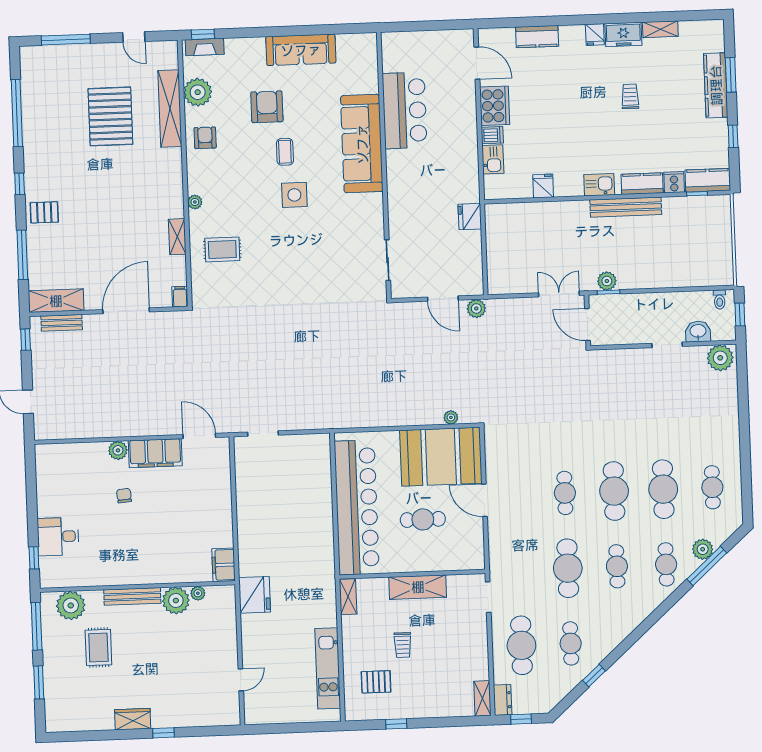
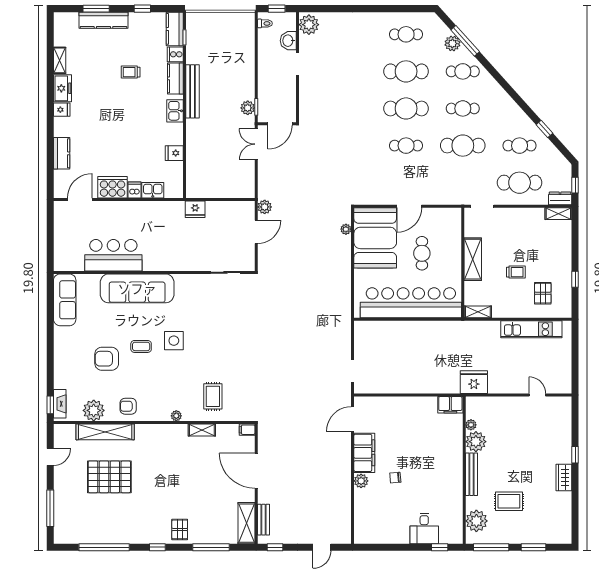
sofa: (301, 50) -> (65, 300), moved
trolley: (630, 96) -> (131, 72), moved

